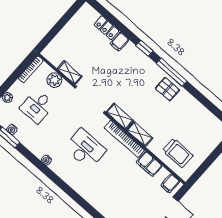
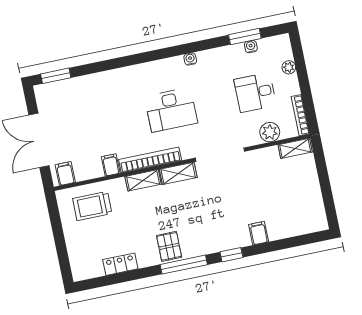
locker: (106, 28) -> (120, 264), moved
shelving: (70, 72) -> (295, 148), moved
pallet: (167, 89) -> (169, 246), turned 90
desk: (37, 106) -> (255, 92), turned -90
filing cabinet: (149, 164) -> (111, 165), width x0.50

